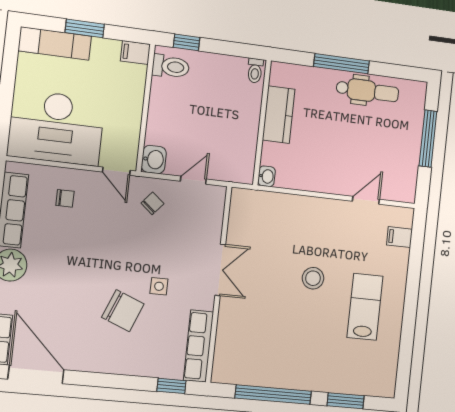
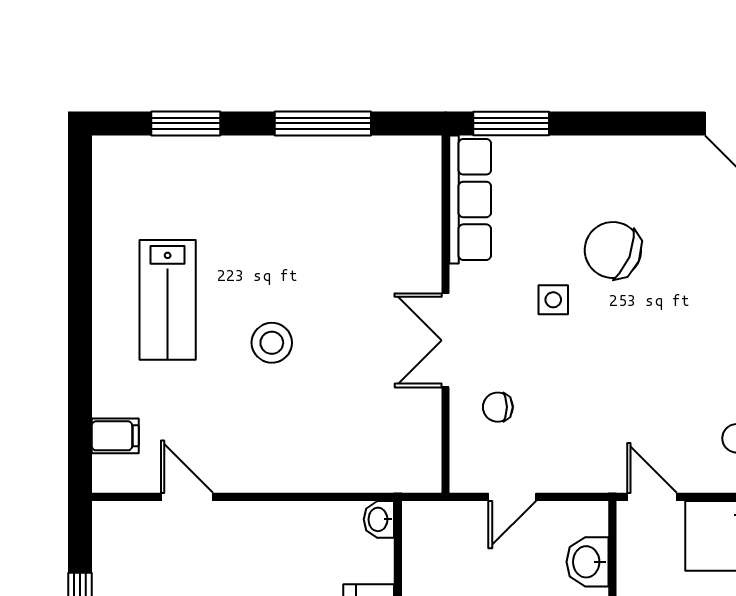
washbasin: (154, 159) -> (587, 562), moved
door: (366, 200) -> (187, 497), swing flipped
chair: (152, 203) -> (498, 407), moved, turned 50
window: (171, 386) -> (511, 123), width x1.50
window: (273, 395) -> (323, 123), width x0.68

